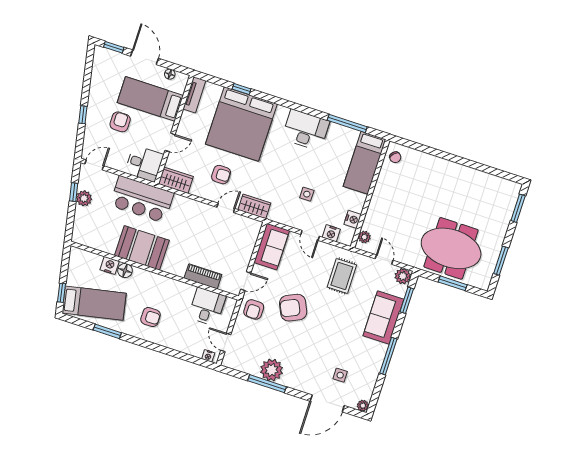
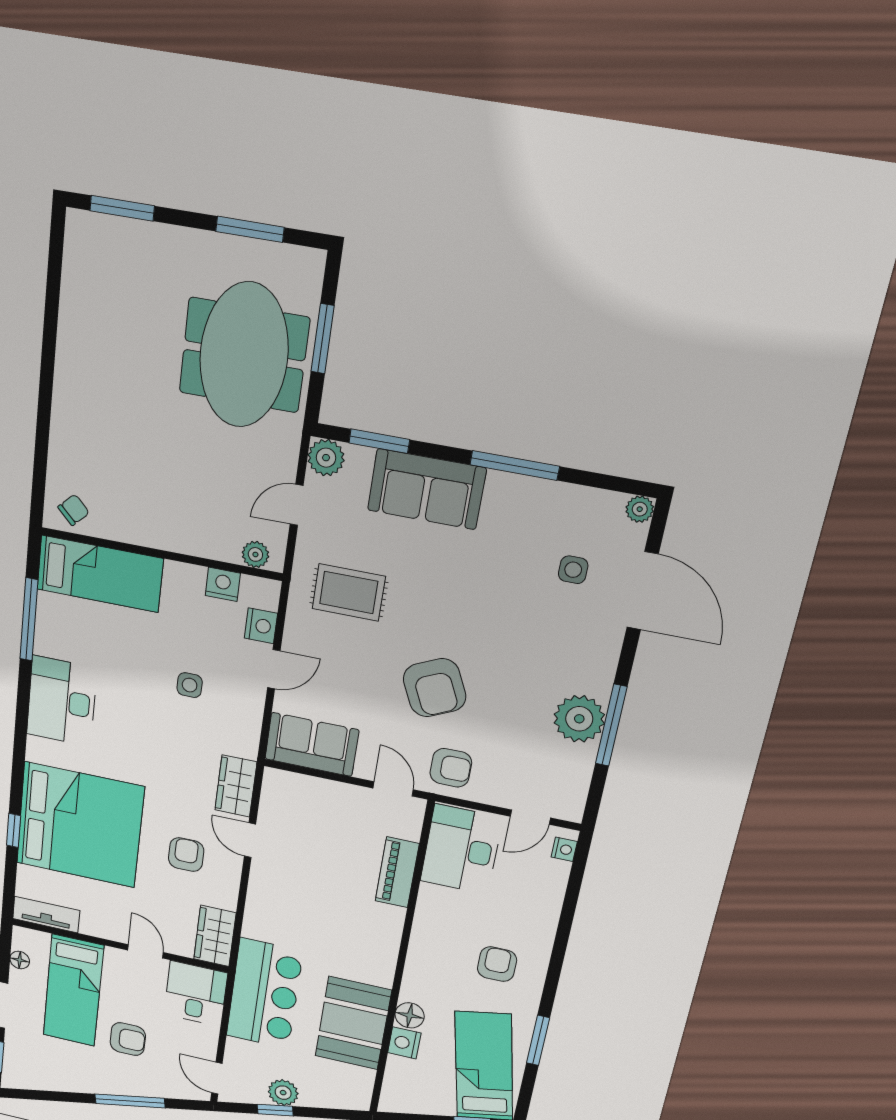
window: (83, 115) -> (130, 1101), width x2.17
armchair: (120, 122) -> (128, 1039), turned 180
booth: (142, 248) -> (353, 1023), moved
desk: (207, 307) -> (461, 849), width x1.37

